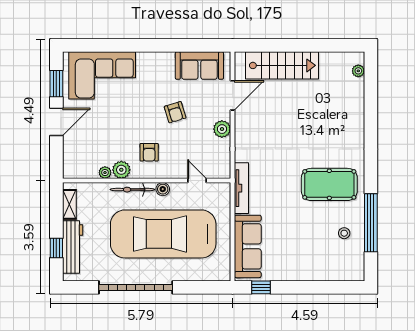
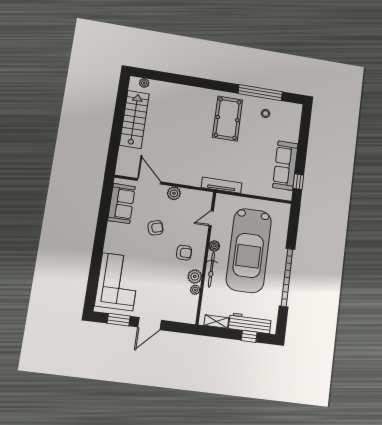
stairs: (282, 65) -> (134, 119), moved
door: (56, 122) -> (150, 324), swing flipped
sofa: (248, 246) -> (285, 166), moved, turned -90

